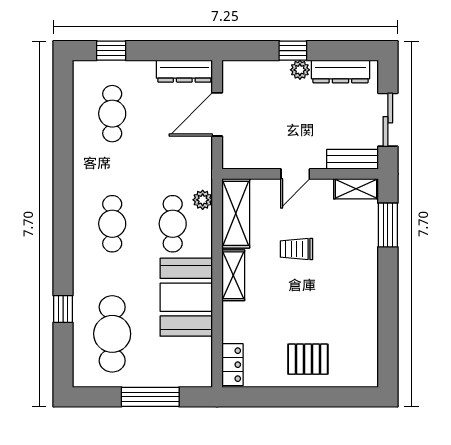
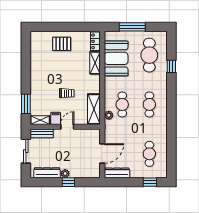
filing cabinet: (321, 193) -> (56, 118), added
shelving: (233, 275) -> (95, 63), moved
booth: (186, 297) -> (116, 58), moved

